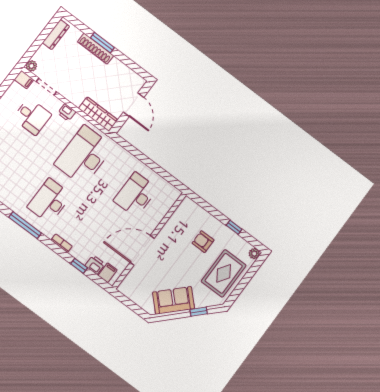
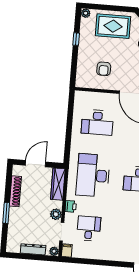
dresser: (56, 35) -> (33, 249), moved
shoe rack: (96, 49) -> (15, 191), moved
plant: (68, 92) -> (56, 214), added
desk: (84, 156) -> (93, 175), turned 90
armchair: (203, 242) -> (104, 69), moved

